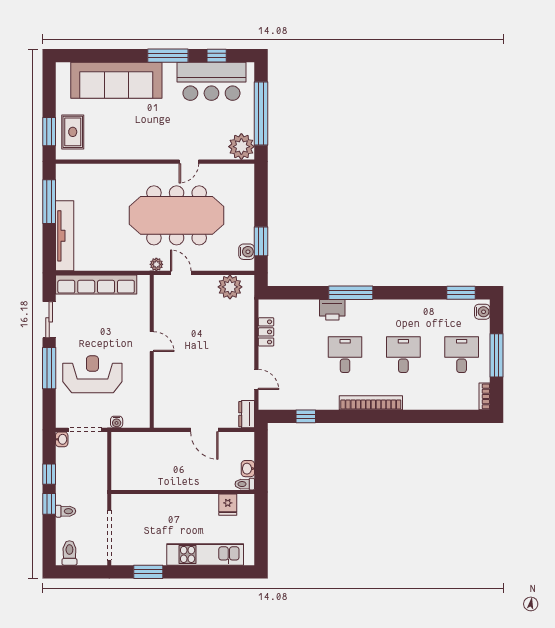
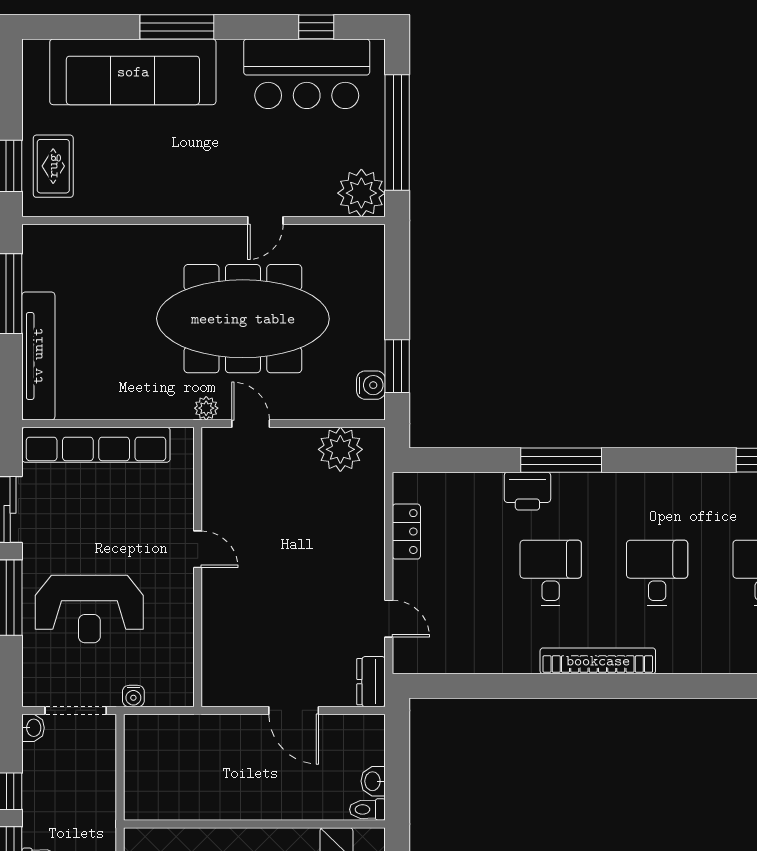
window: (168, 56) -> (177, 27), moved
reception desk: (92, 374) -> (89, 609), turned 180
window: (306, 416) -> (479, 686), removed

